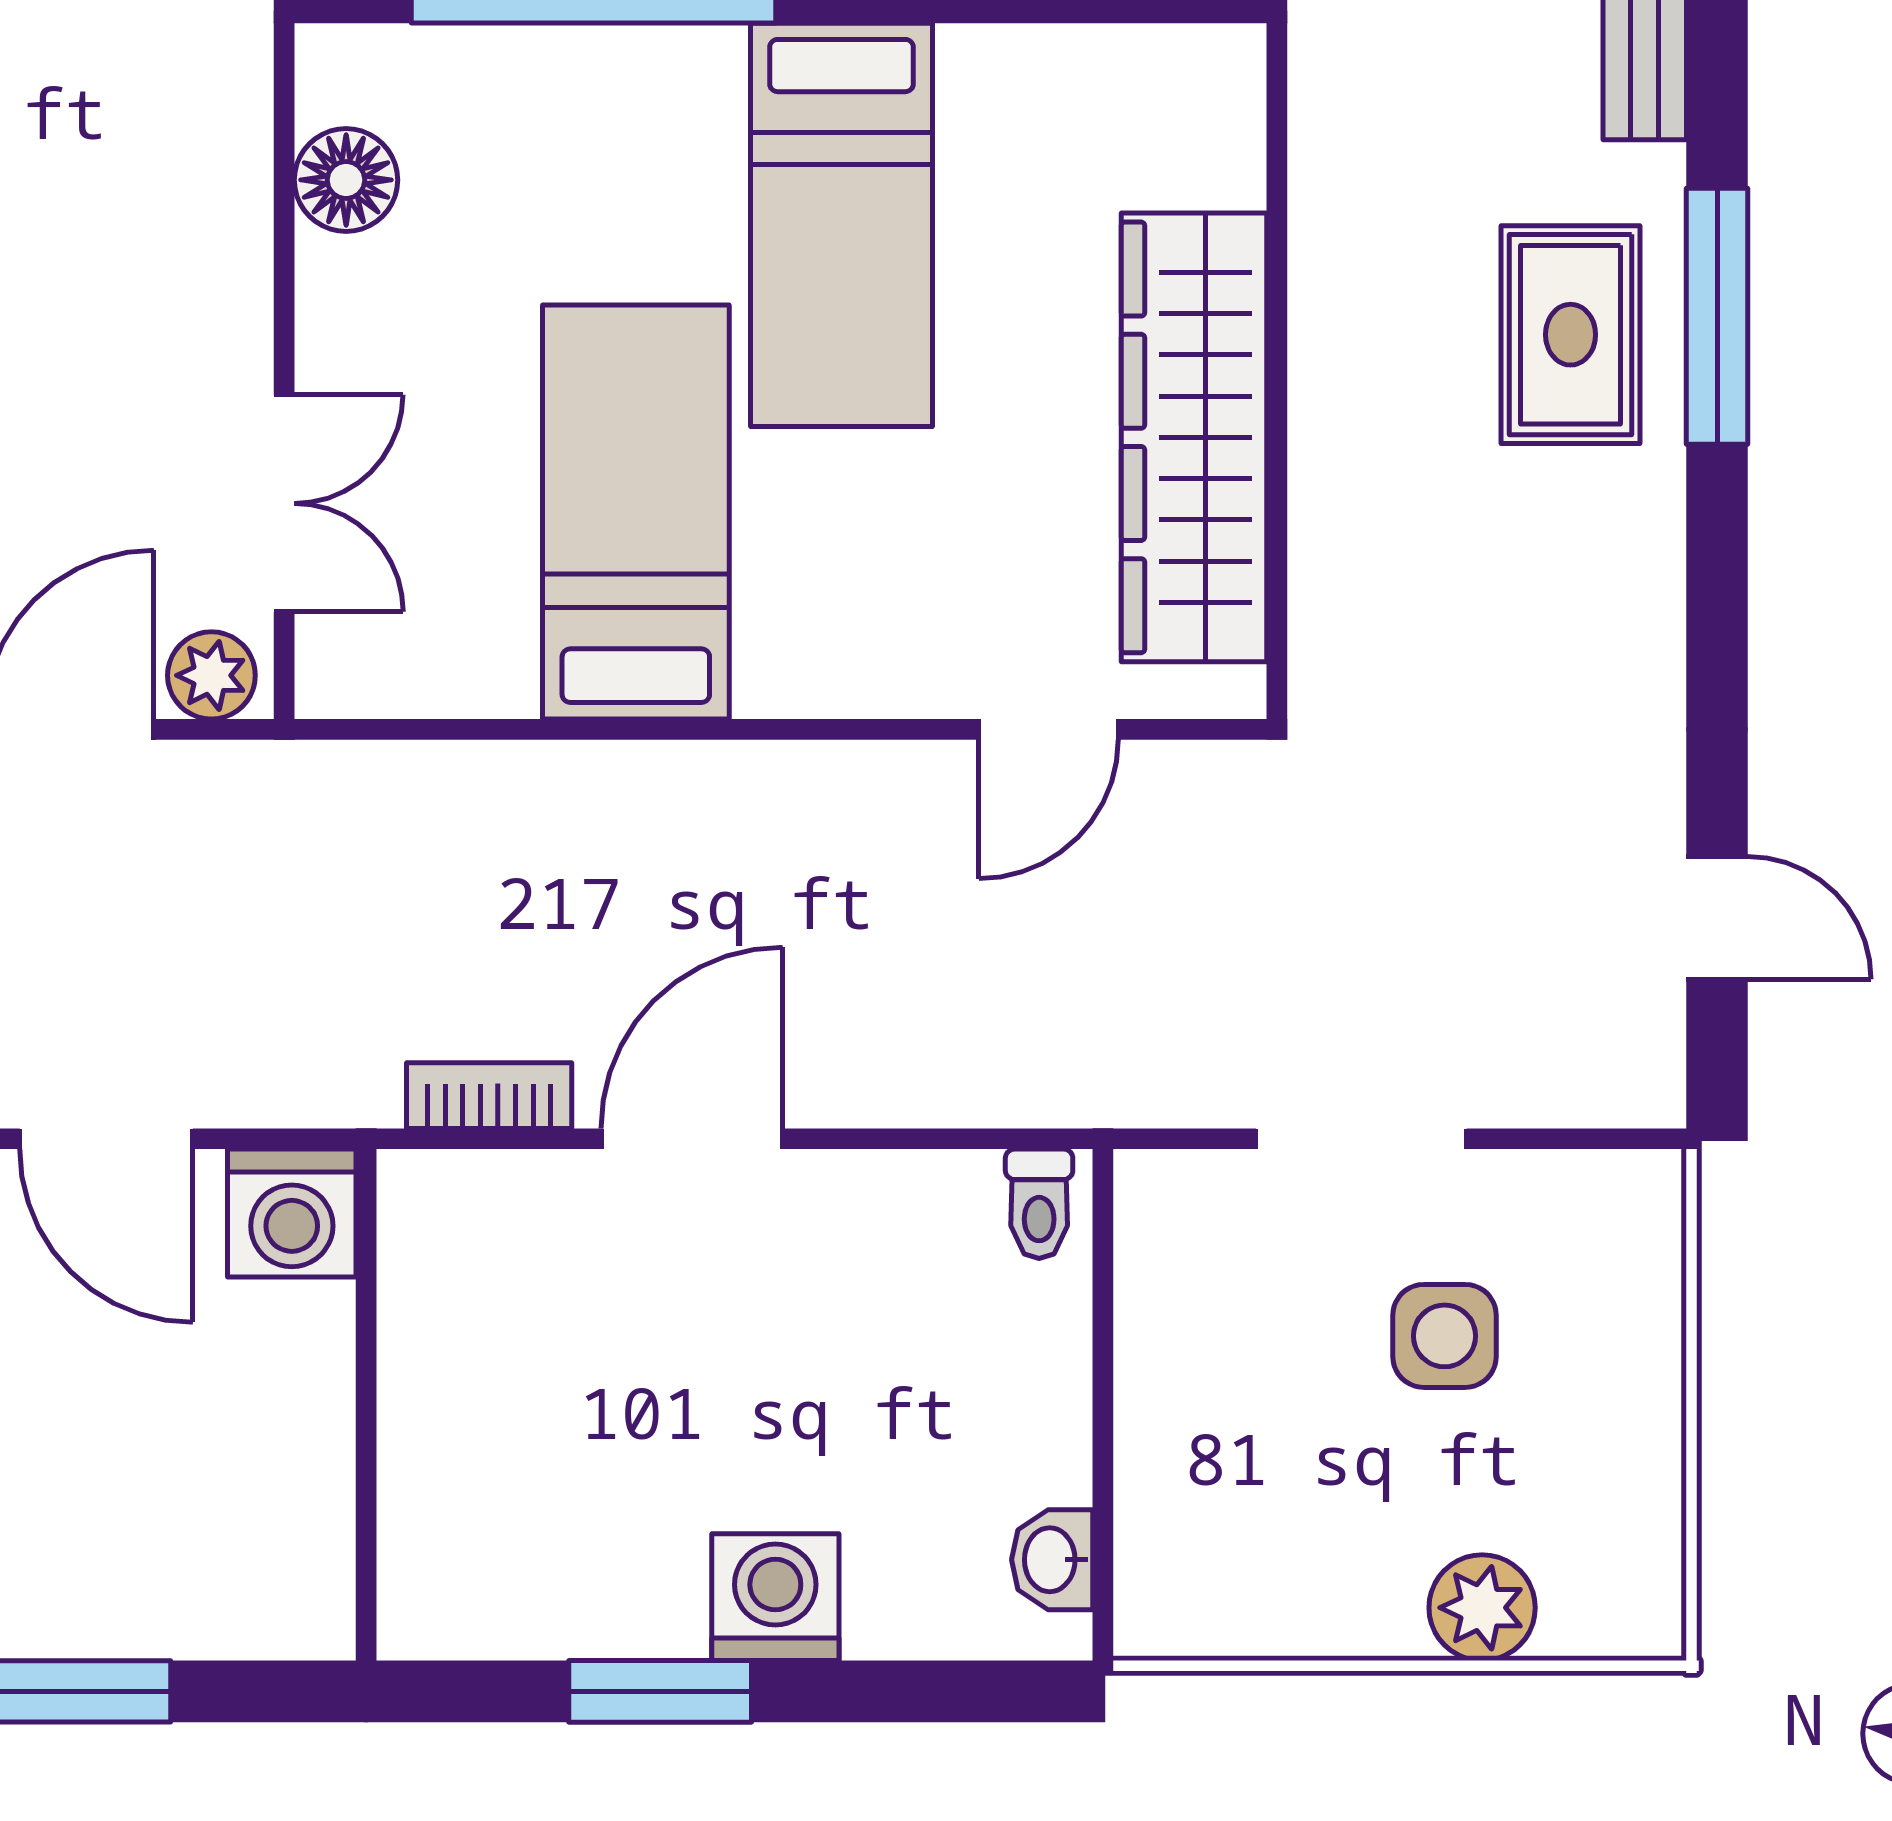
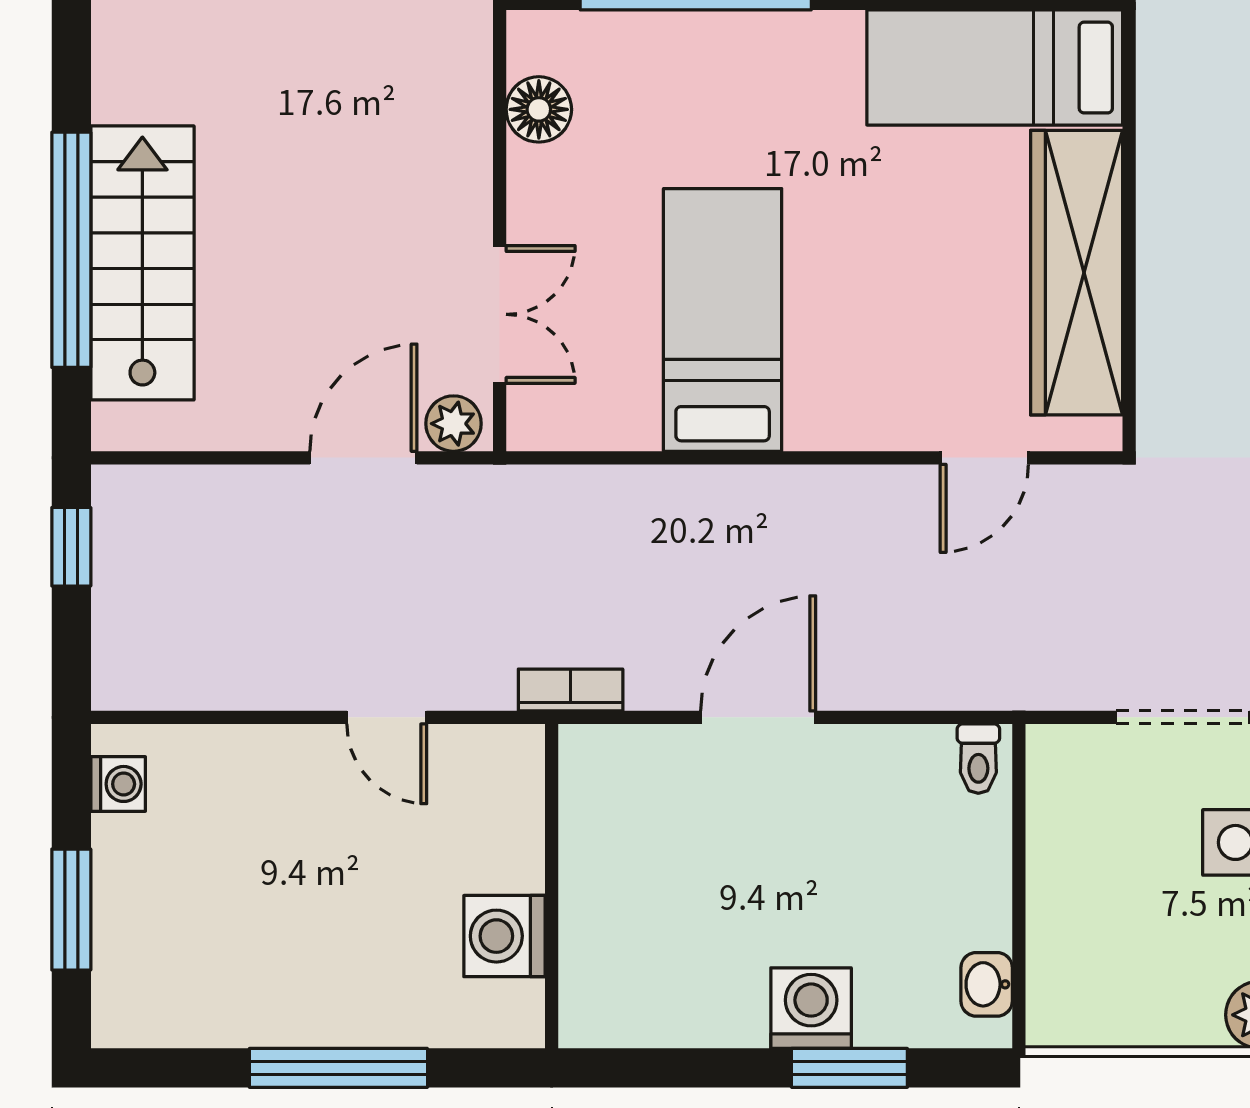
bed: (841, 225) -> (995, 68), moved, turned 90
bookcase: (489, 1096) -> (571, 690), moved
door: (106, 1139) -> (387, 717), width x0.73
washing machine: (292, 1213) -> (504, 936), moved, turned 90
window: (660, 1691) -> (849, 1068), moved

